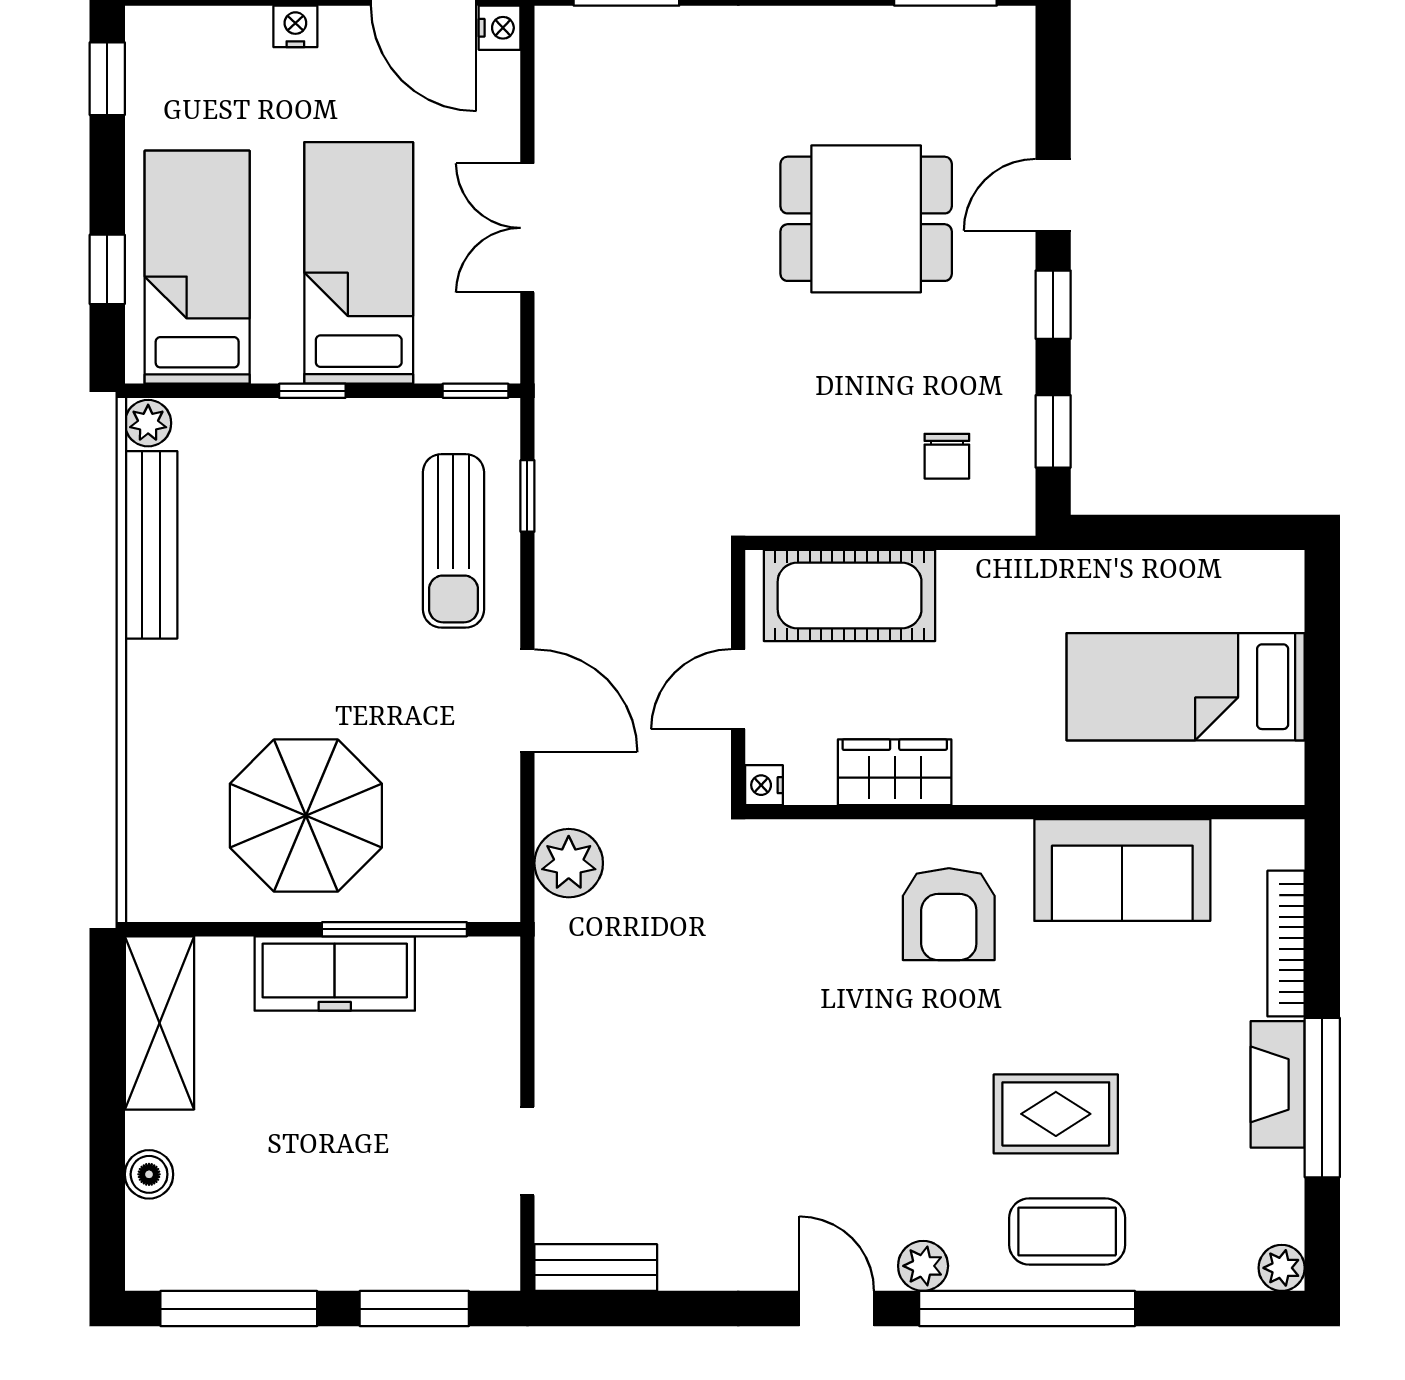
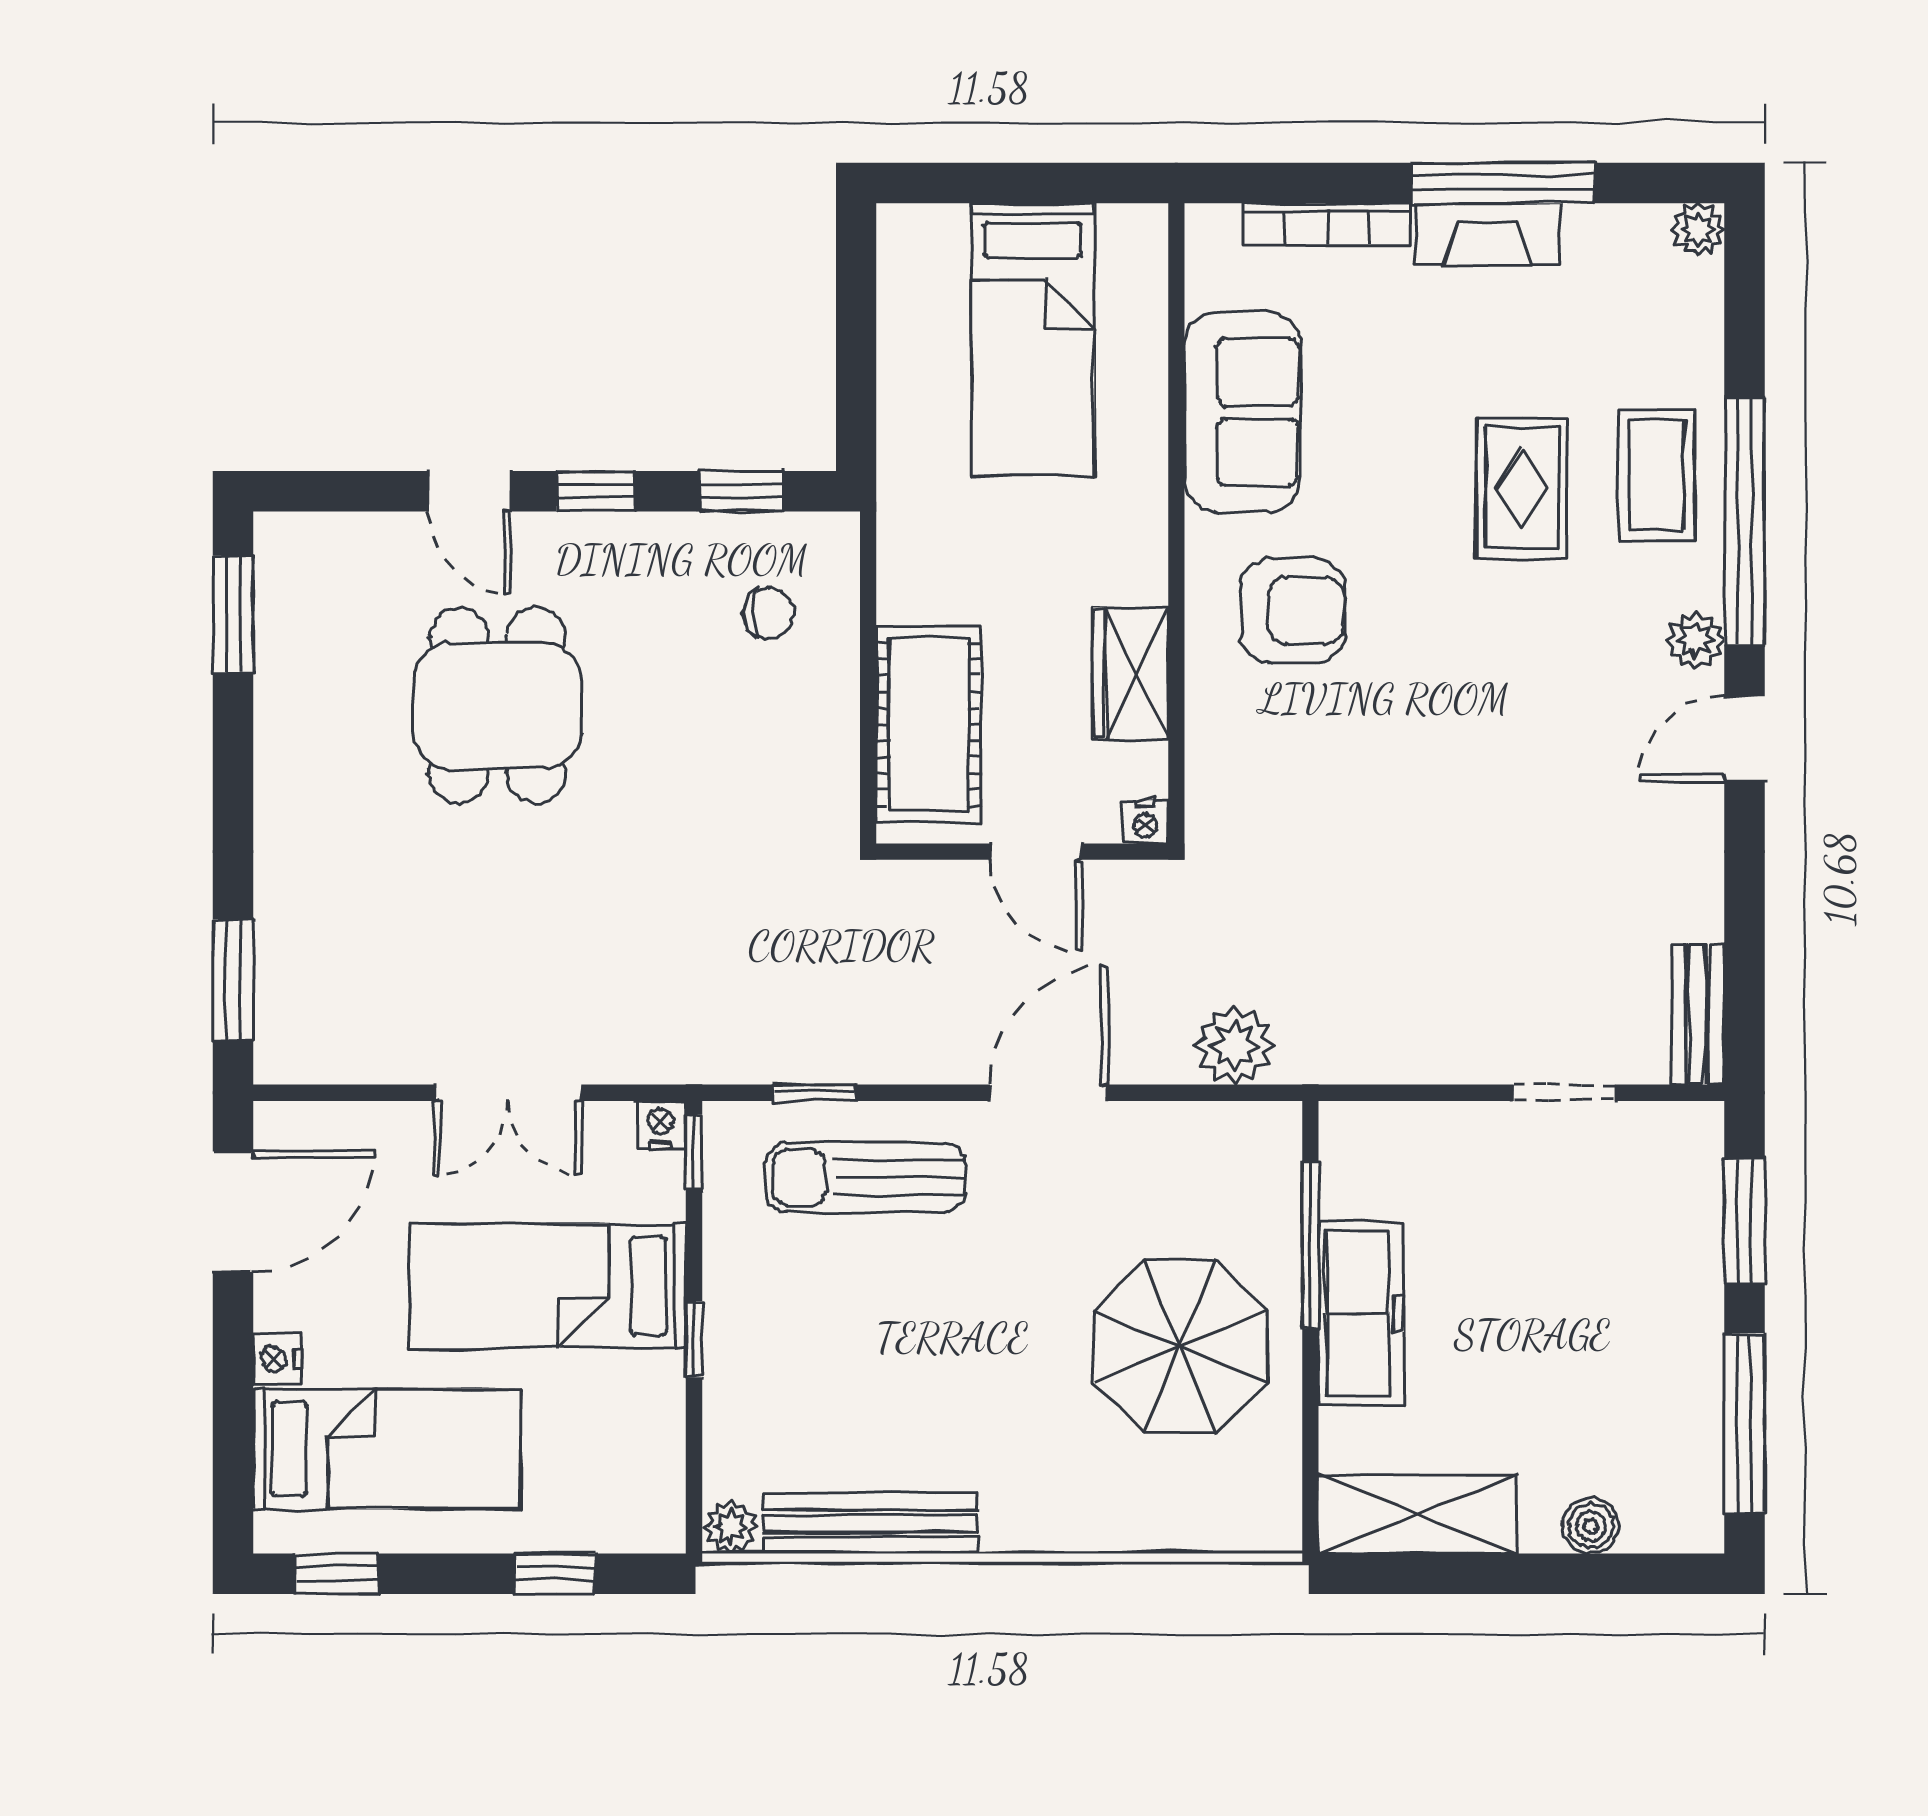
nightstand: (500, 28) -> (661, 1125), moved
bed: (197, 267) -> (387, 1449), moved, turned 180
sun lounger: (453, 541) -> (866, 1177), turned 180

